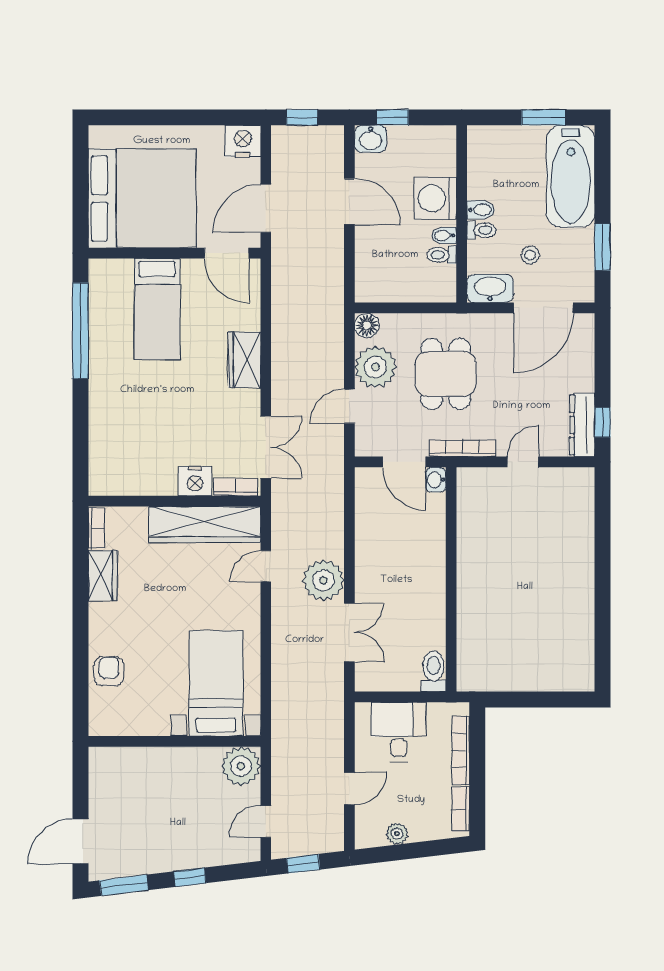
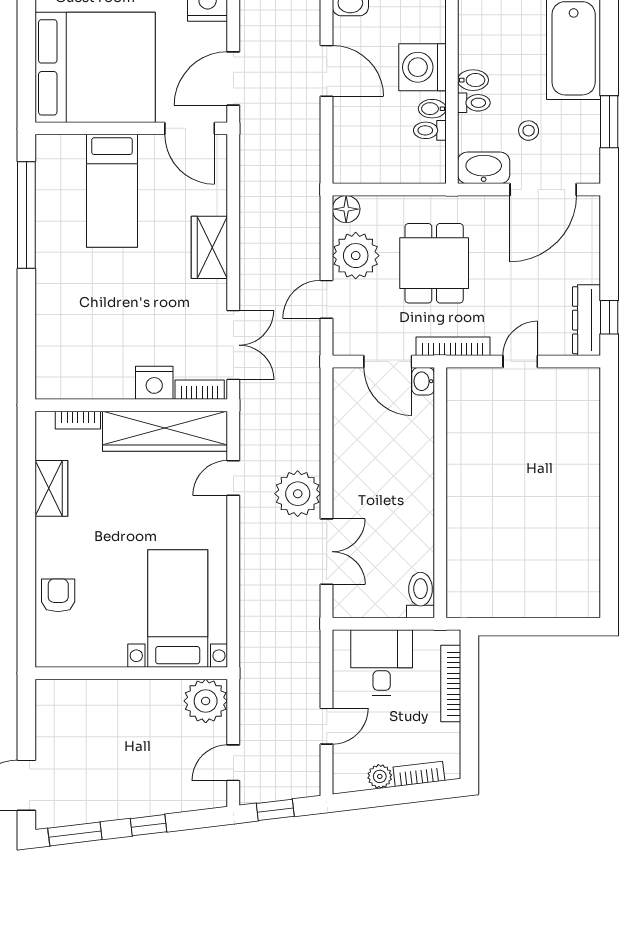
bookcase: (96, 528) -> (78, 420), moved, turned 90
bookcase: (461, 809) -> (419, 774), moved, turned 83

